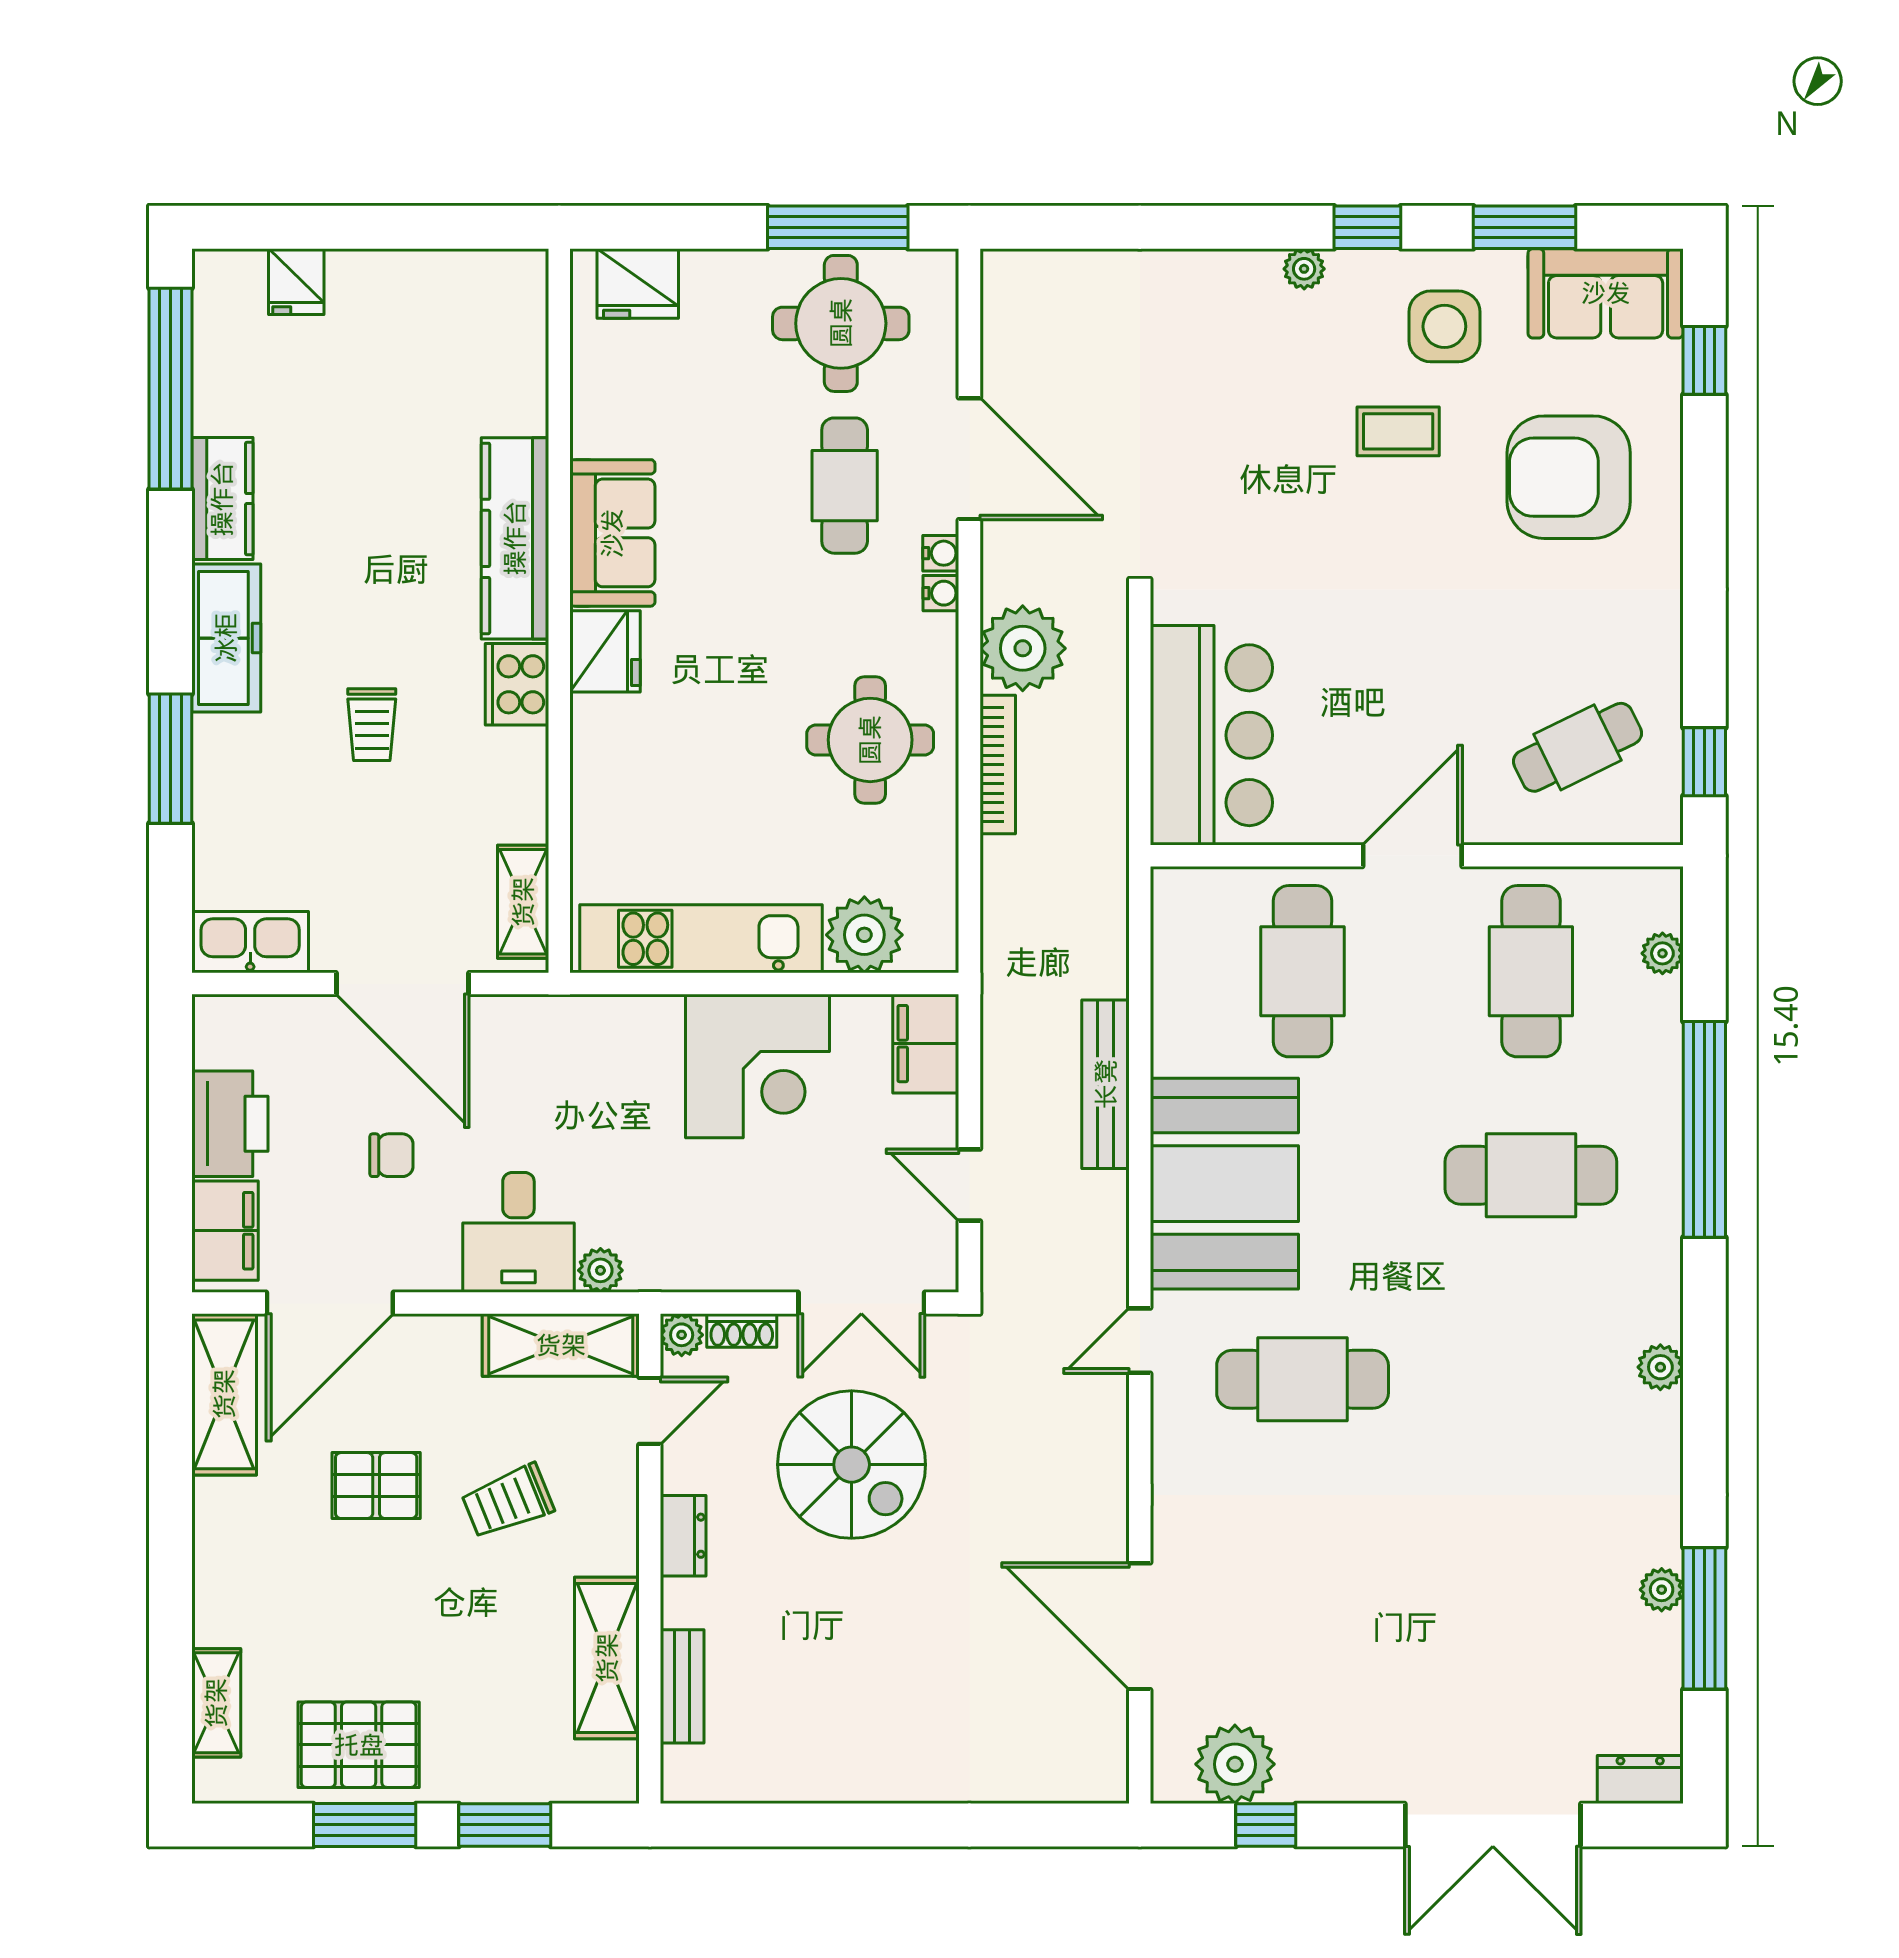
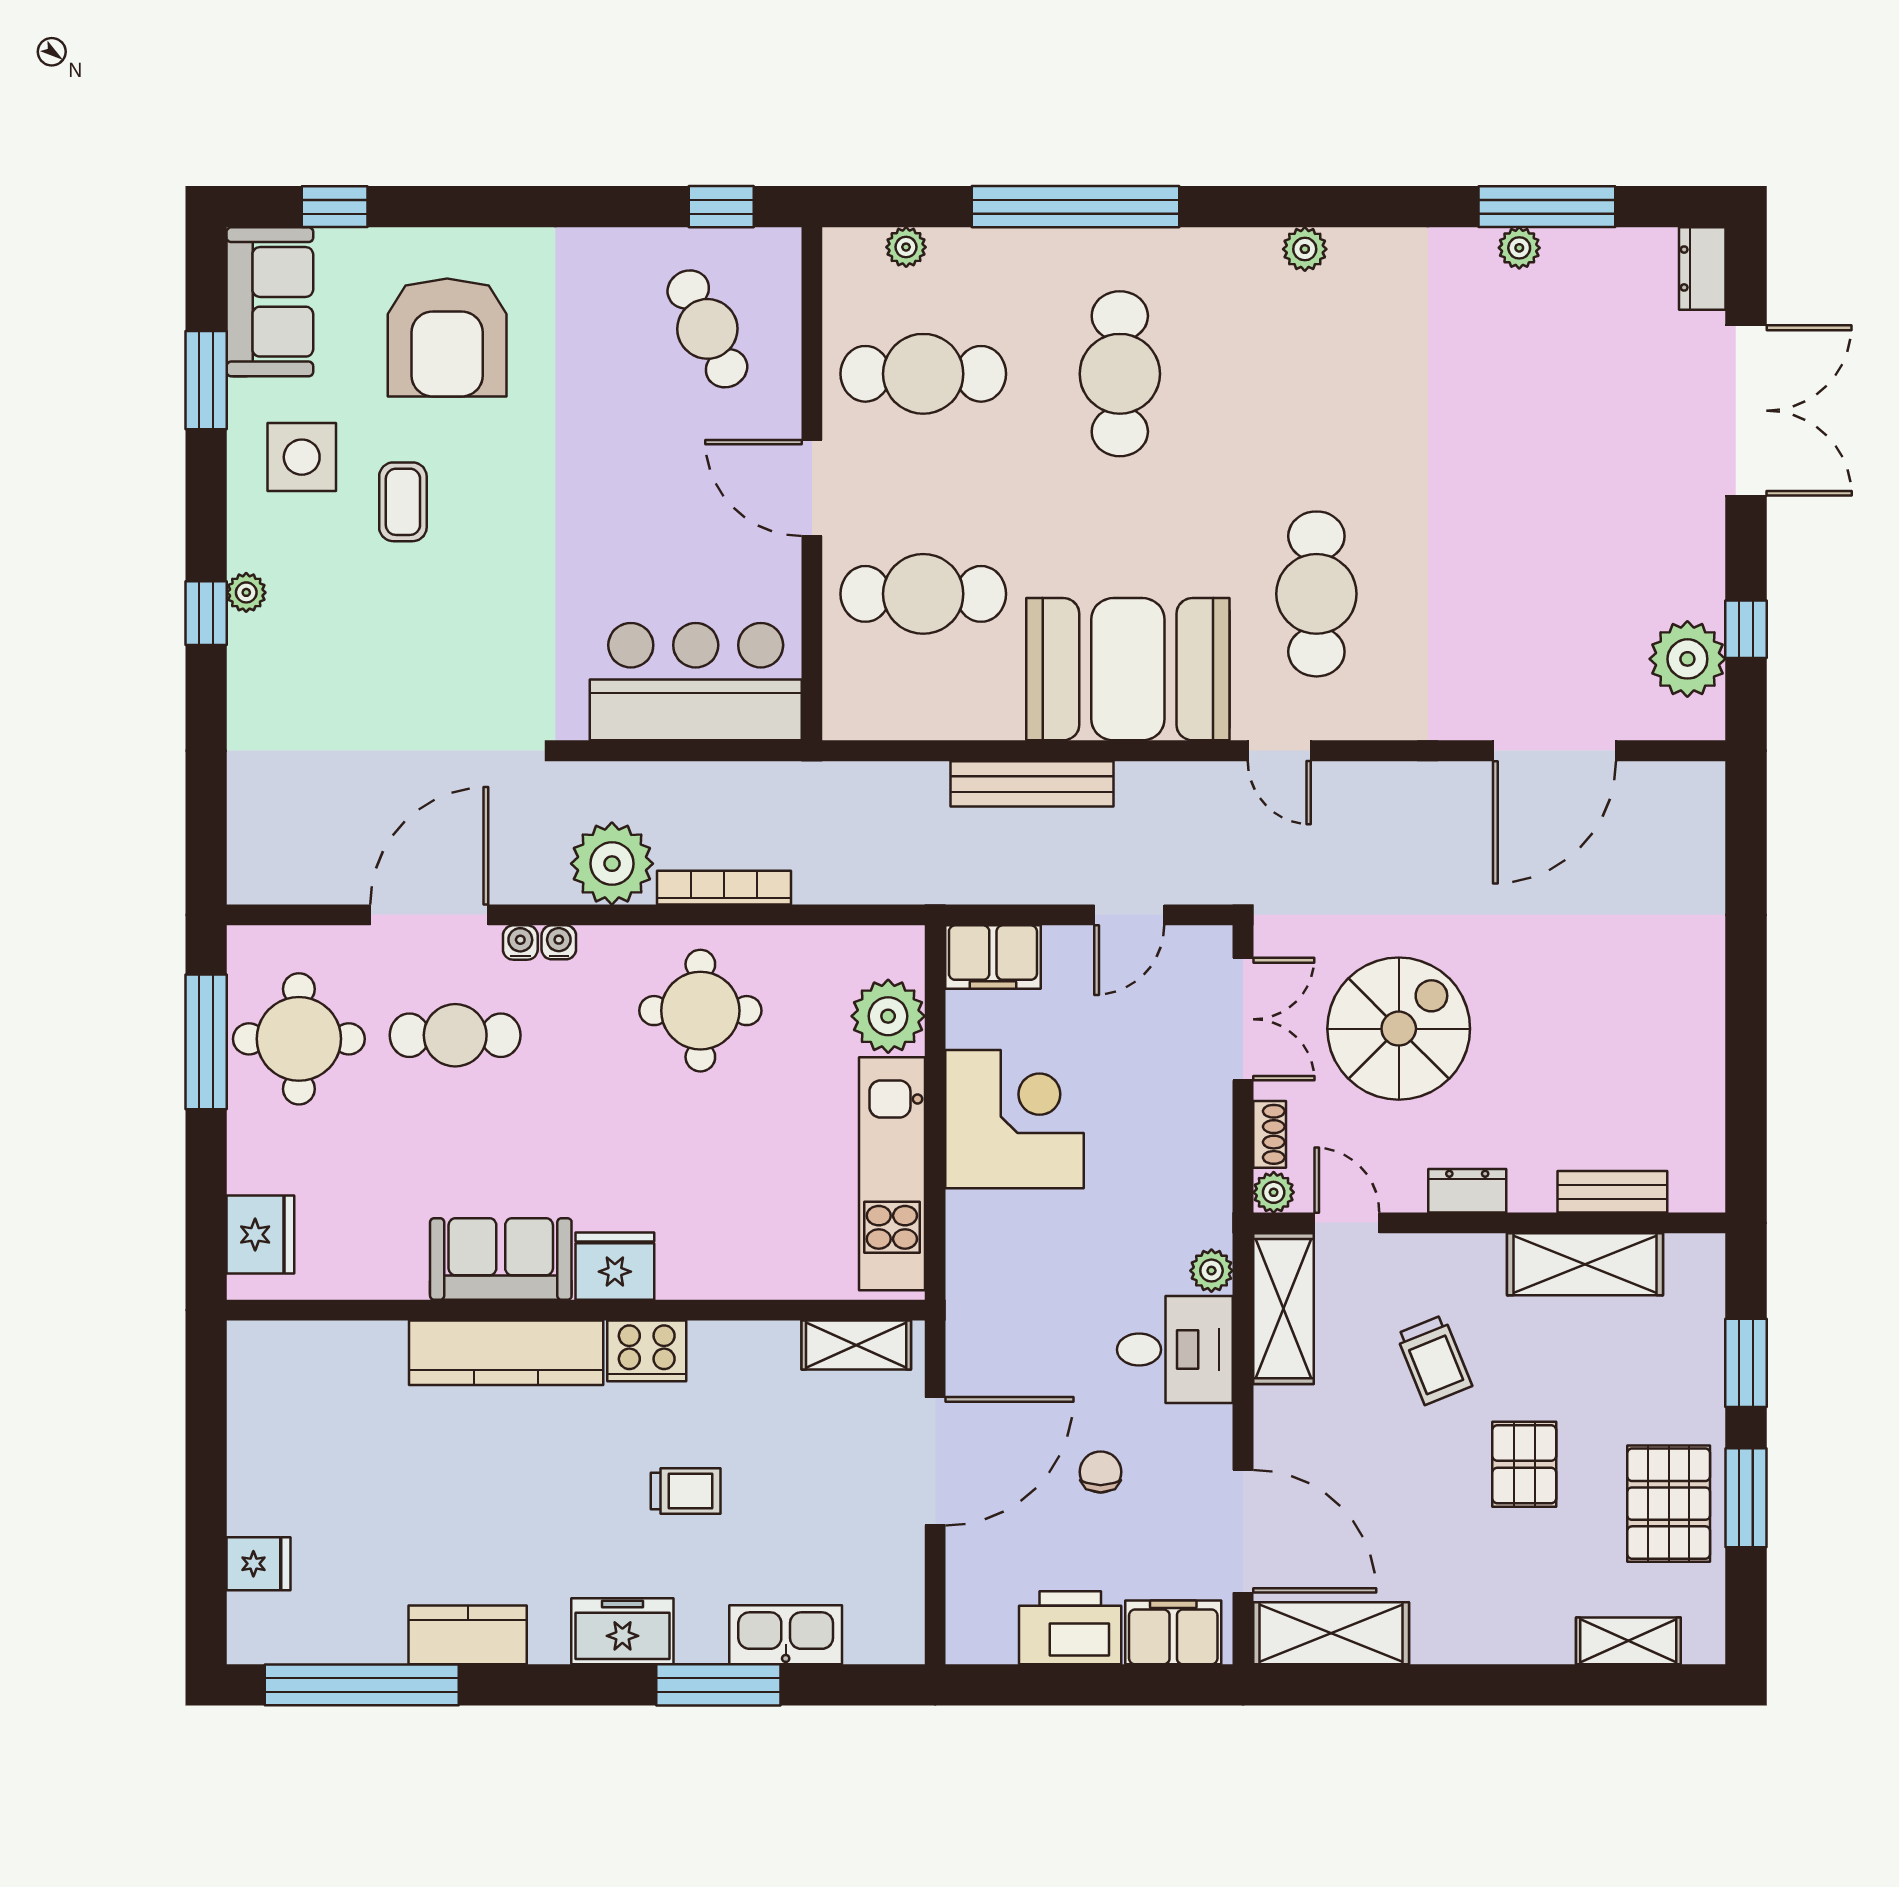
window: (1367, 227) -> (206, 613), moved
freezer: (226, 638) -> (622, 1631), width x0.71
kitchen sink: (250, 942) -> (786, 1635), moved, turned 90
pallet: (376, 1486) -> (1524, 1464), moved

